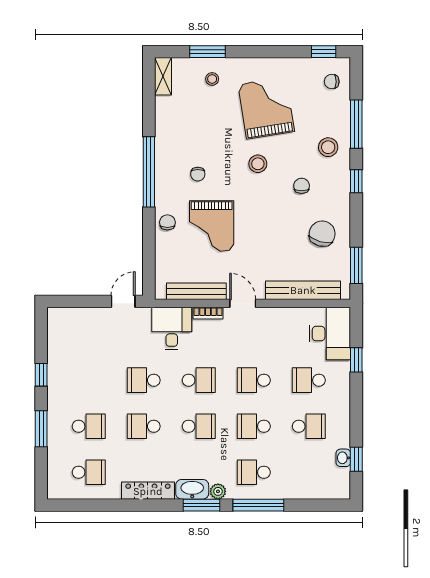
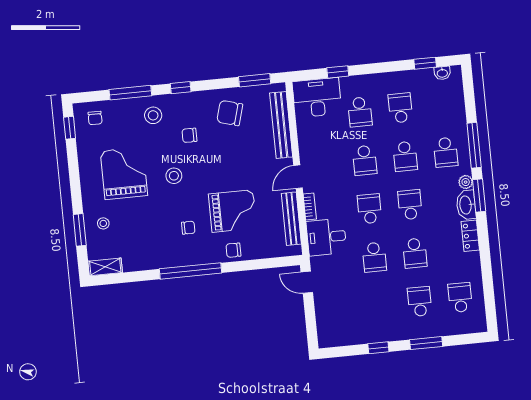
grand piano: (266, 108) -> (124, 173), turned 99
washbasin: (343, 458) -> (442, 73), moved
locker: (148, 491) -> (470, 236), width x0.66

